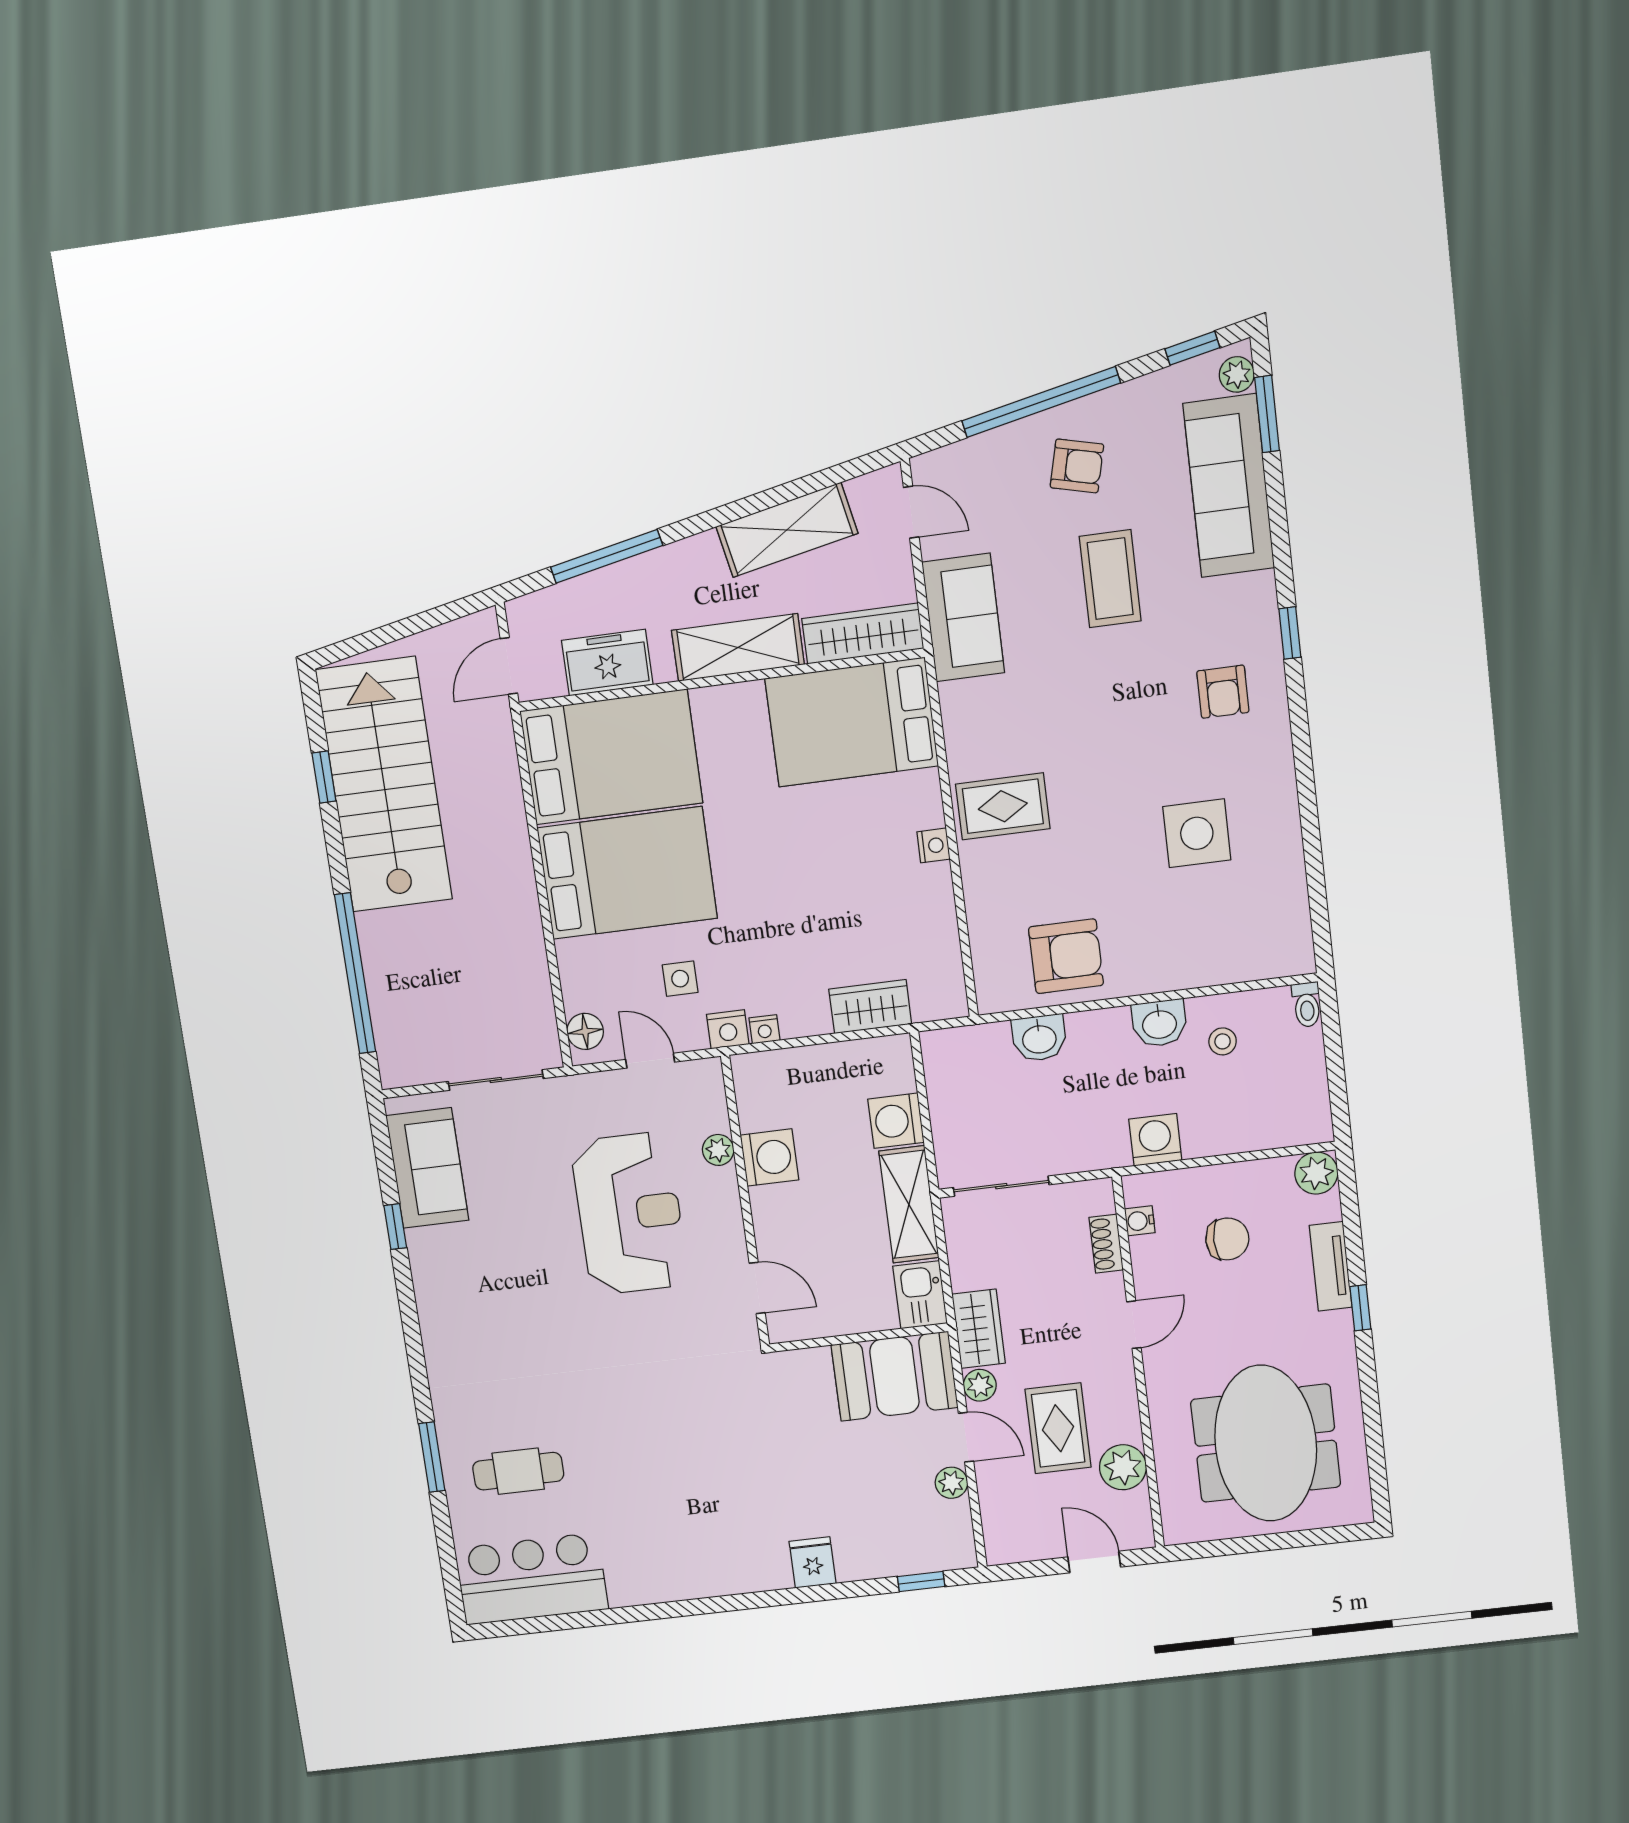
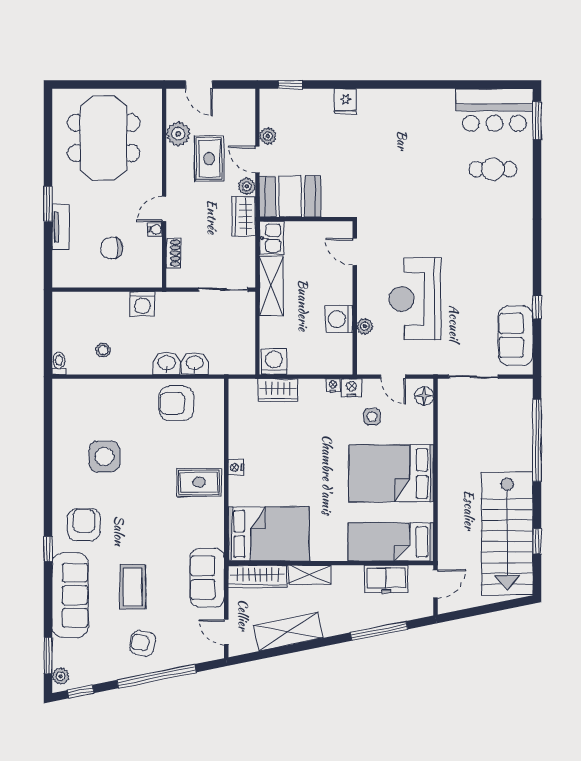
sofa: (1229, 486) -> (70, 595), moved
shelving: (738, 647) -> (310, 575), width x0.67, depth x0.75
armchair: (1223, 692) -> (84, 525), width x1.38, depth x1.38
bed: (611, 757) -> (391, 542), width x0.67
washbasin: (1159, 1023) -> (167, 363), moved
washing machine: (896, 1121) -> (274, 362), moved, turned -90
plant: (1316, 1173) -> (63, 277), removed
water cooler: (1140, 1221) -> (155, 230), moved
window: (1360, 1308) -> (48, 204), width x1.50
window: (432, 1457) -> (537, 121), moved

